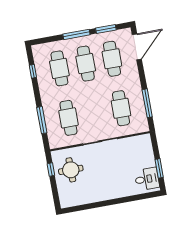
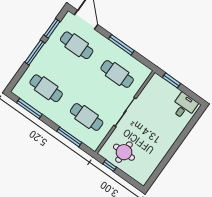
cafe table: (86, 64) -> (61, 67), removed
window: (33, 71) -> (29, 109), width x2.17
window: (147, 103) -> (121, 45), moved
window: (159, 168) -> (172, 80), moved

